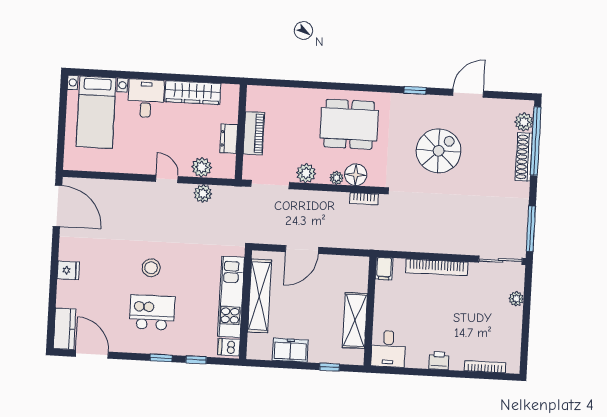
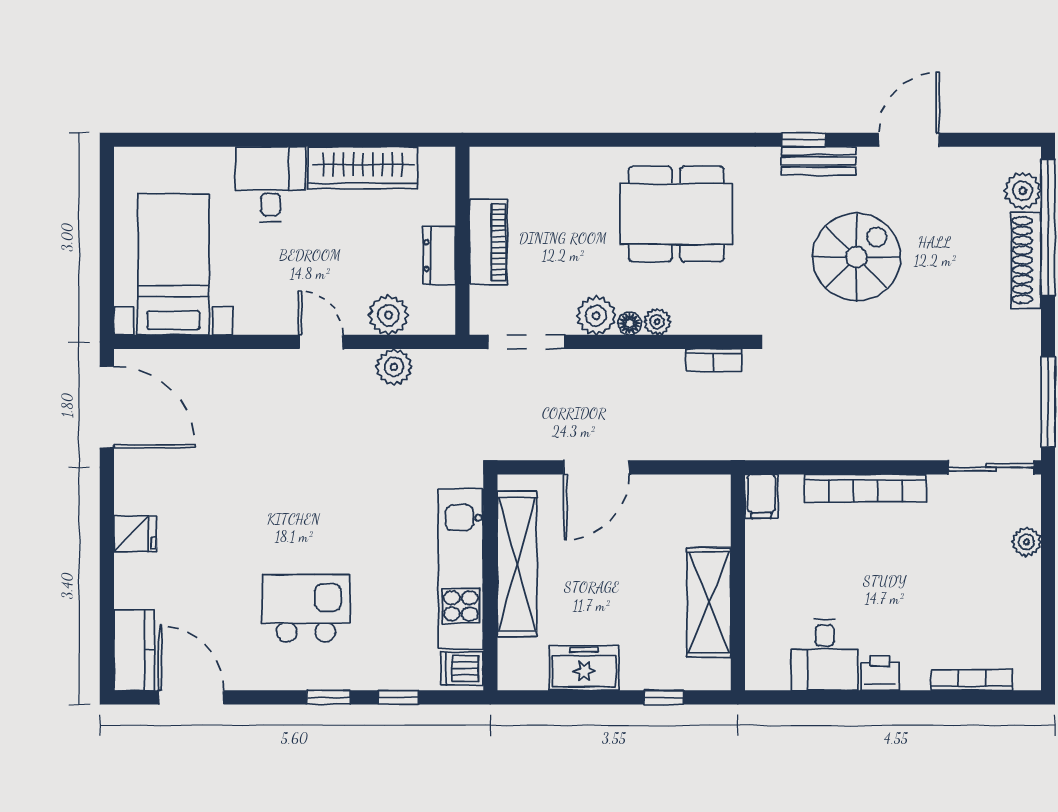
bench: (422, 101) -> (819, 161), added
bed with nightstands: (96, 112) -> (173, 265), moved, turned 180
floor lamp: (356, 175) -> (630, 323), moved, width x0.53, depth x0.53
stool: (151, 268) -> (299, 520), removed
desk: (388, 349) -> (825, 655), moved

